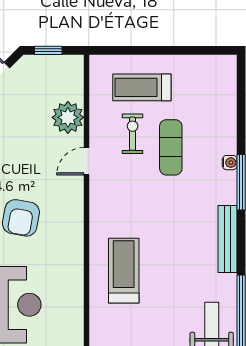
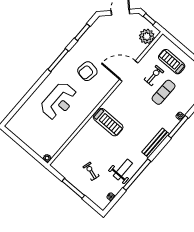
plant: (68, 117) -> (147, 36), moved
door: (86, 161) -> (129, 71), width x1.87
treadmill: (124, 271) -> (108, 122), turned 90

